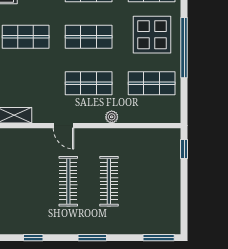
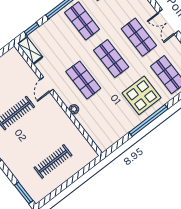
shop shelf: (152, 83) -> (112, 118), removed
window: (184, 149) -> (88, 167), removed
clothes rail: (109, 181) -> (53, 161), moved

